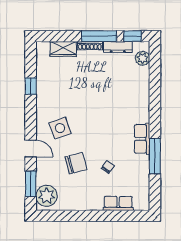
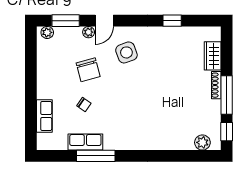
dresser: (118, 47) -> (215, 115), removed
row of seats: (142, 139) -> (85, 142), moved
plant: (41, 163) -> (89, 32), added
plant: (47, 196) -> (47, 32), width x0.53, depth x0.53

